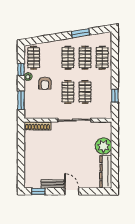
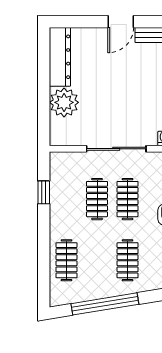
window: (81, 33) -> (105, 304), width x2.11
clothes rail: (85, 58) -> (97, 260), removed
door: (72, 191) -> (121, 22), hinge flipped

